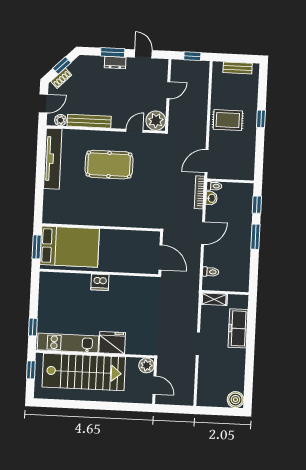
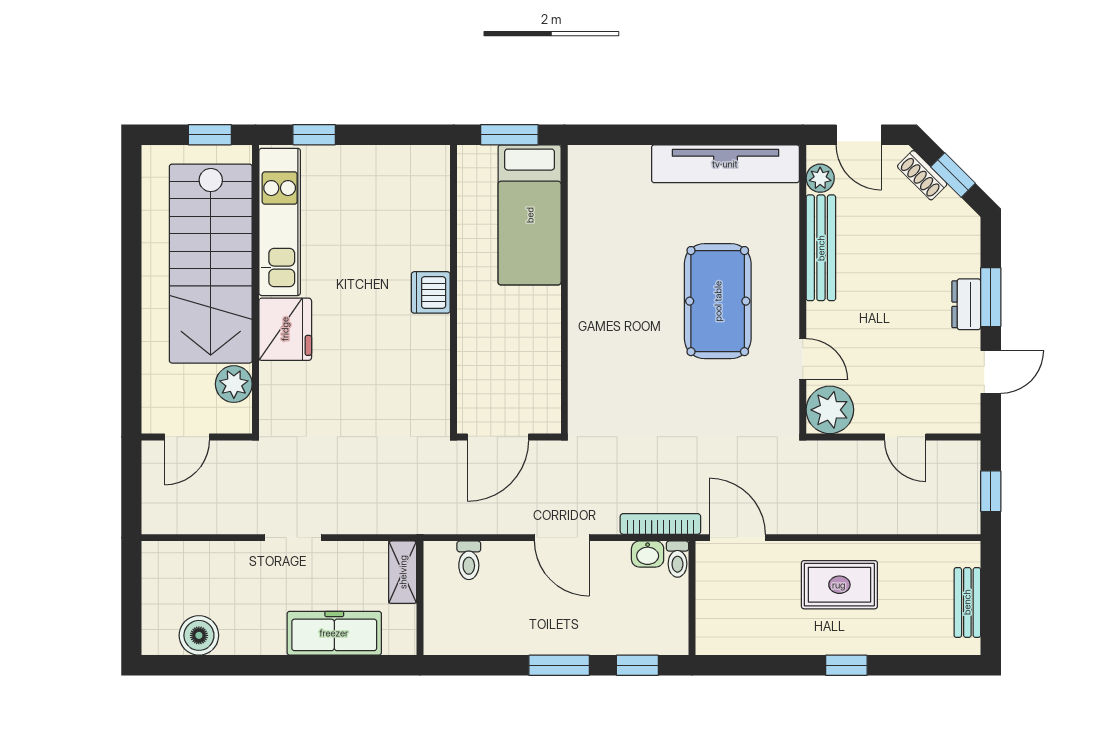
rug: (228, 120) -> (839, 585), turned 90
bed: (70, 247) -> (530, 215), width x0.67
plant: (146, 365) -> (234, 384), moved
boiler: (235, 400) -> (199, 635), moved

